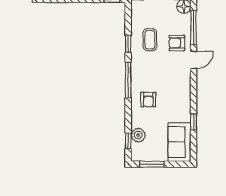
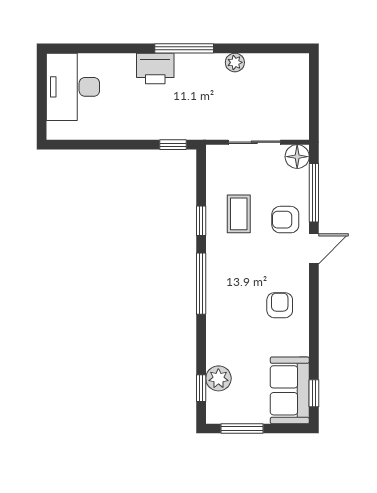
armchair: (148, 100) -> (280, 305), moved, turned 180
window: (193, 122) -> (314, 393), moved

